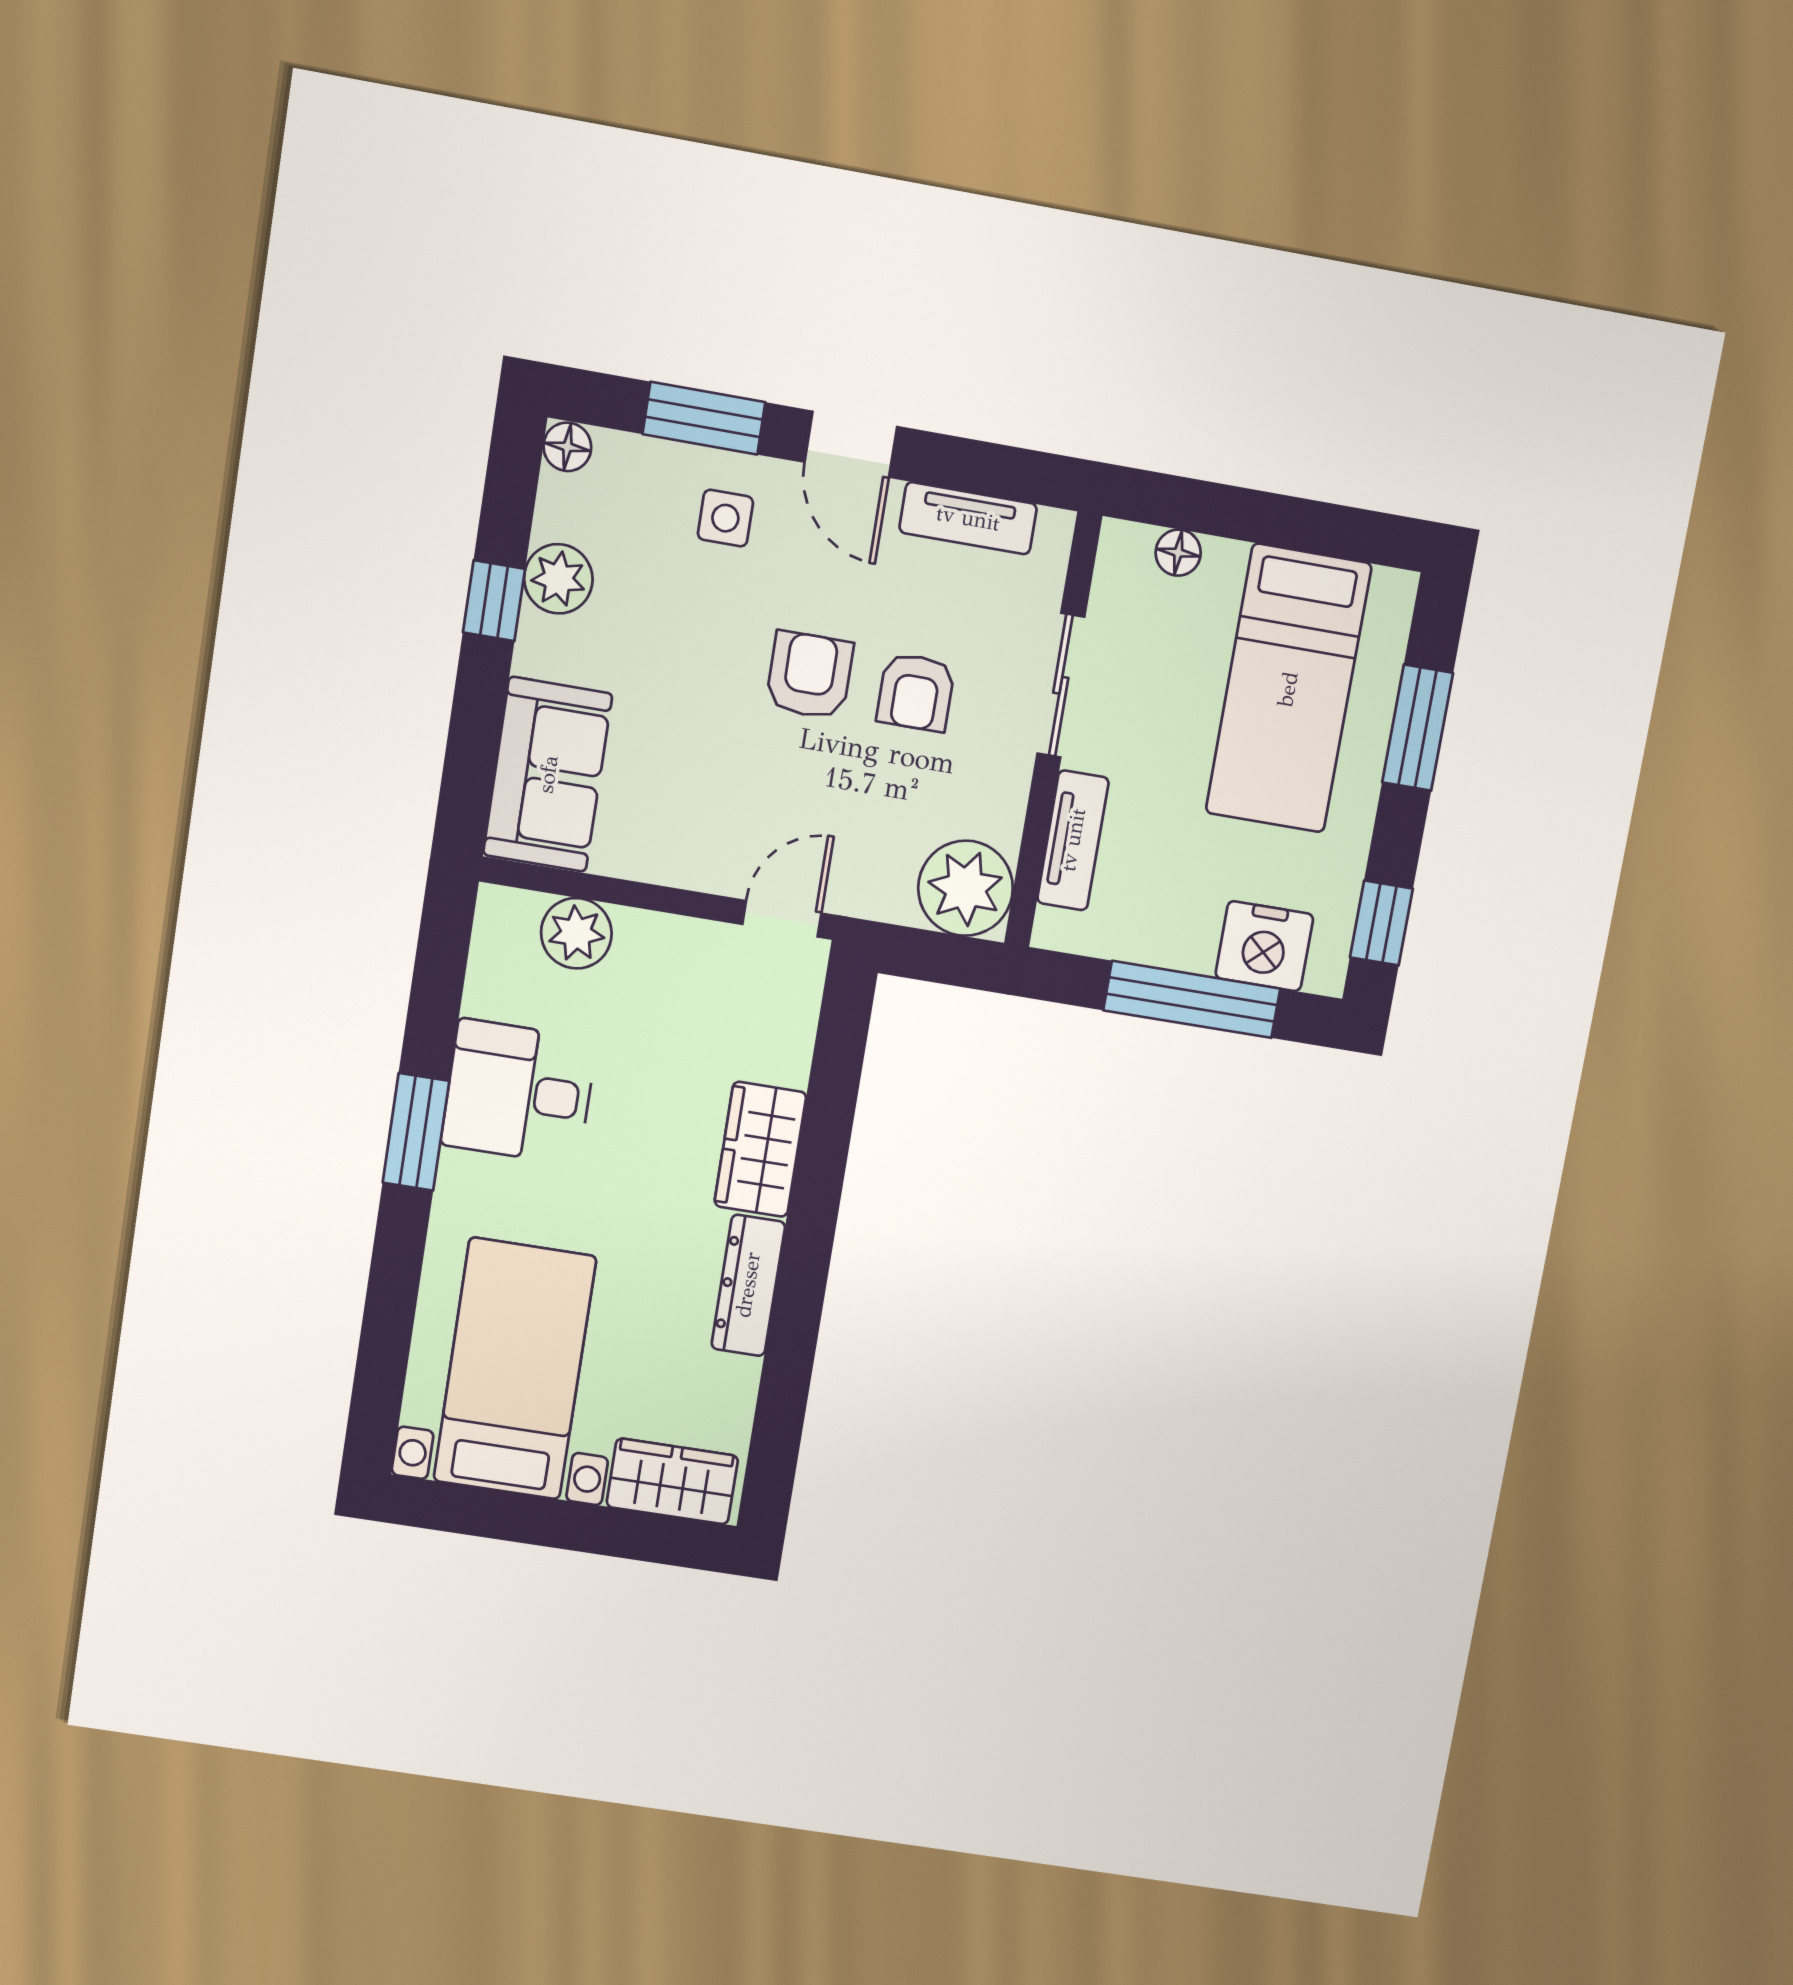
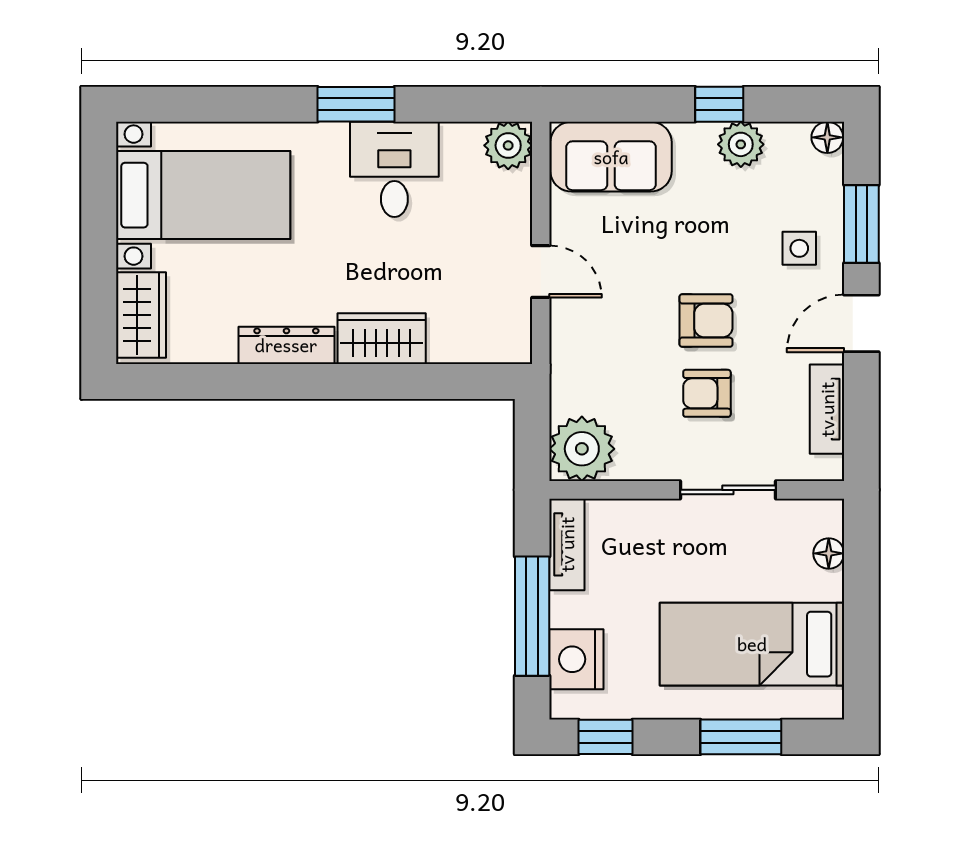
tv unit: (1073, 840) -> (567, 544), moved, turned -90
door: (782, 919) -> (541, 272), moved
plant: (576, 933) -> (508, 145), moved

